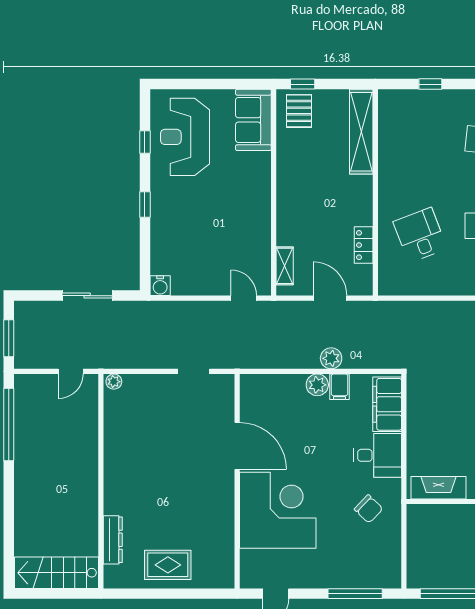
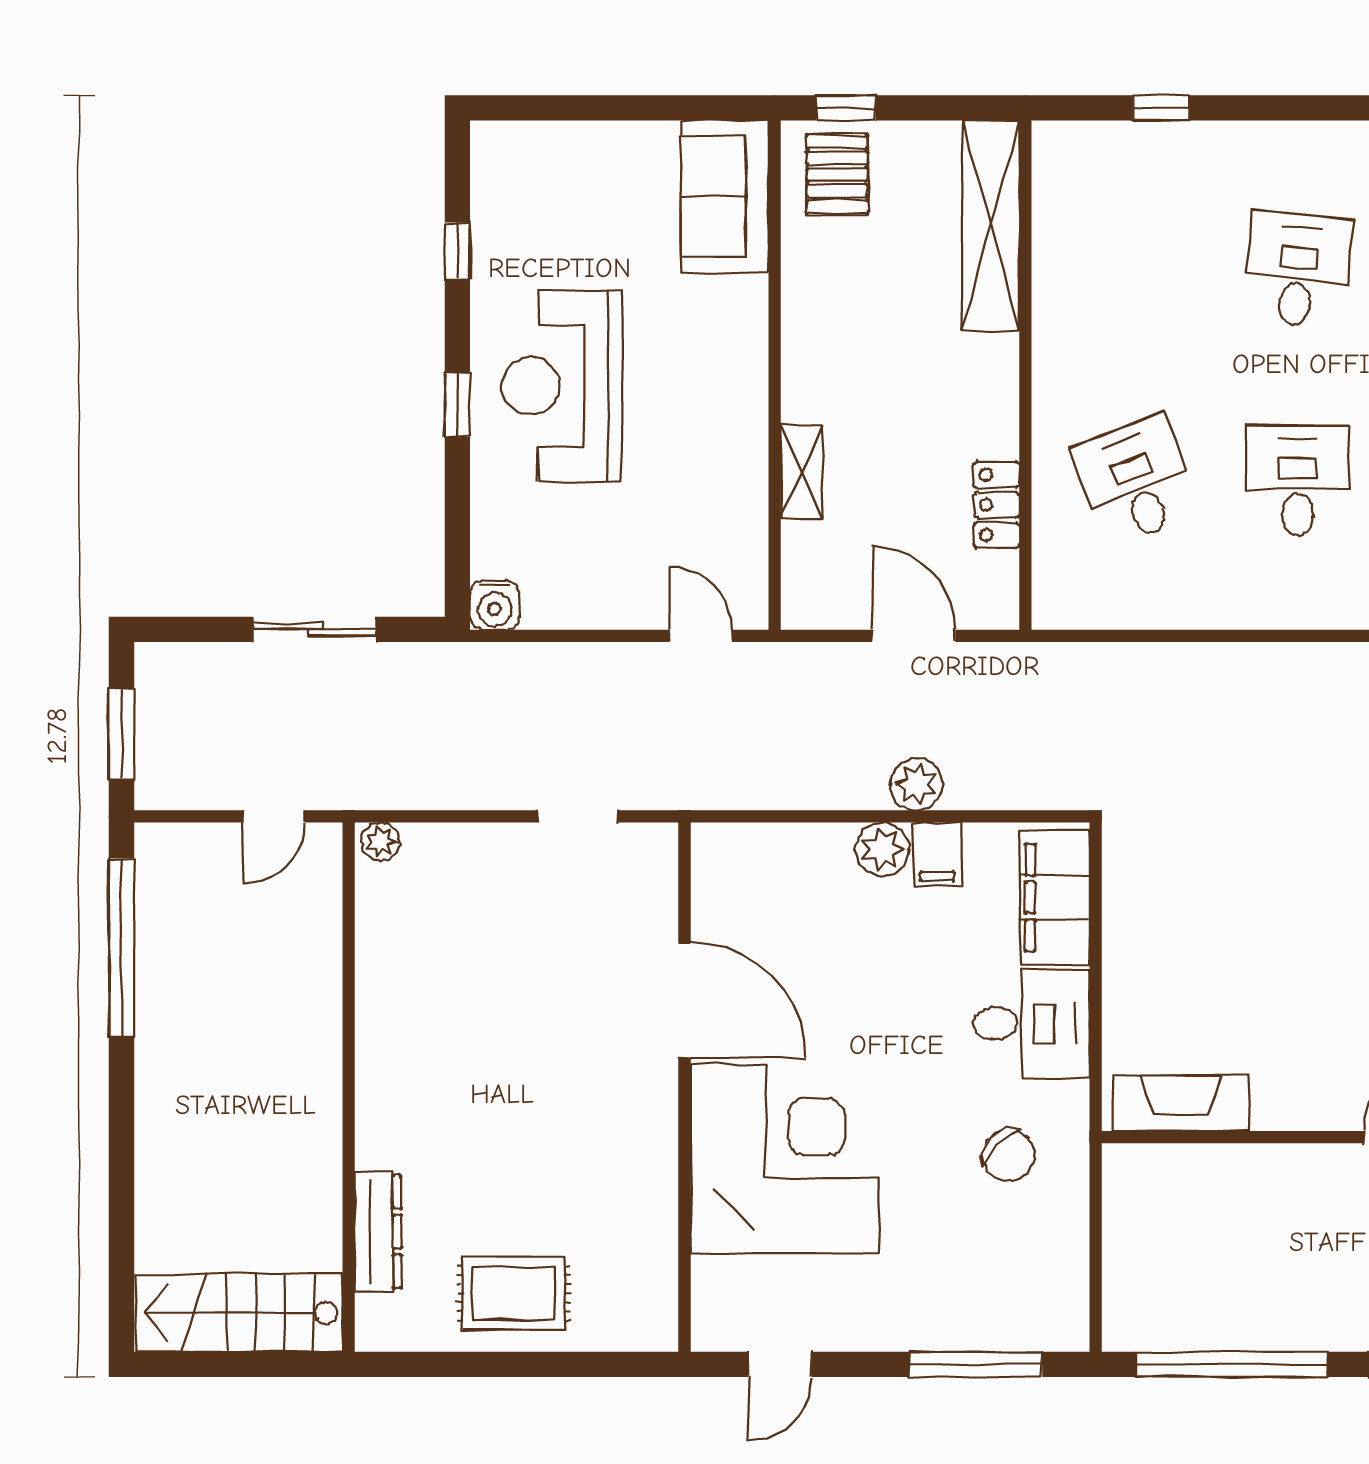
reception desk: (185, 137) -> (562, 386), moved
shelving: (285, 266) -> (802, 472), moved

